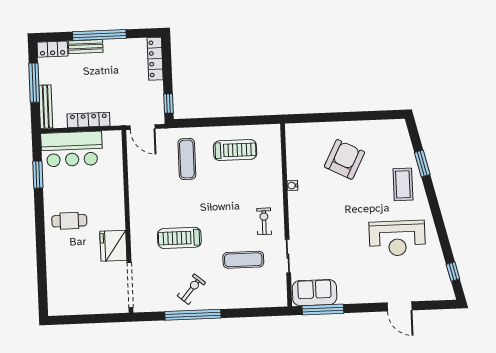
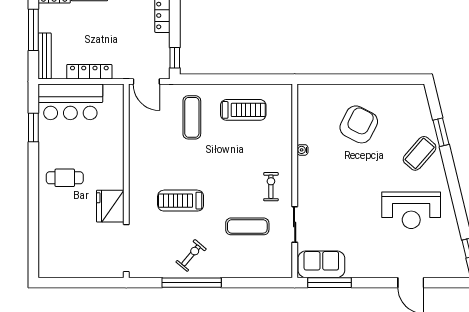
coffee table: (403, 184) -> (420, 153), turned 41

